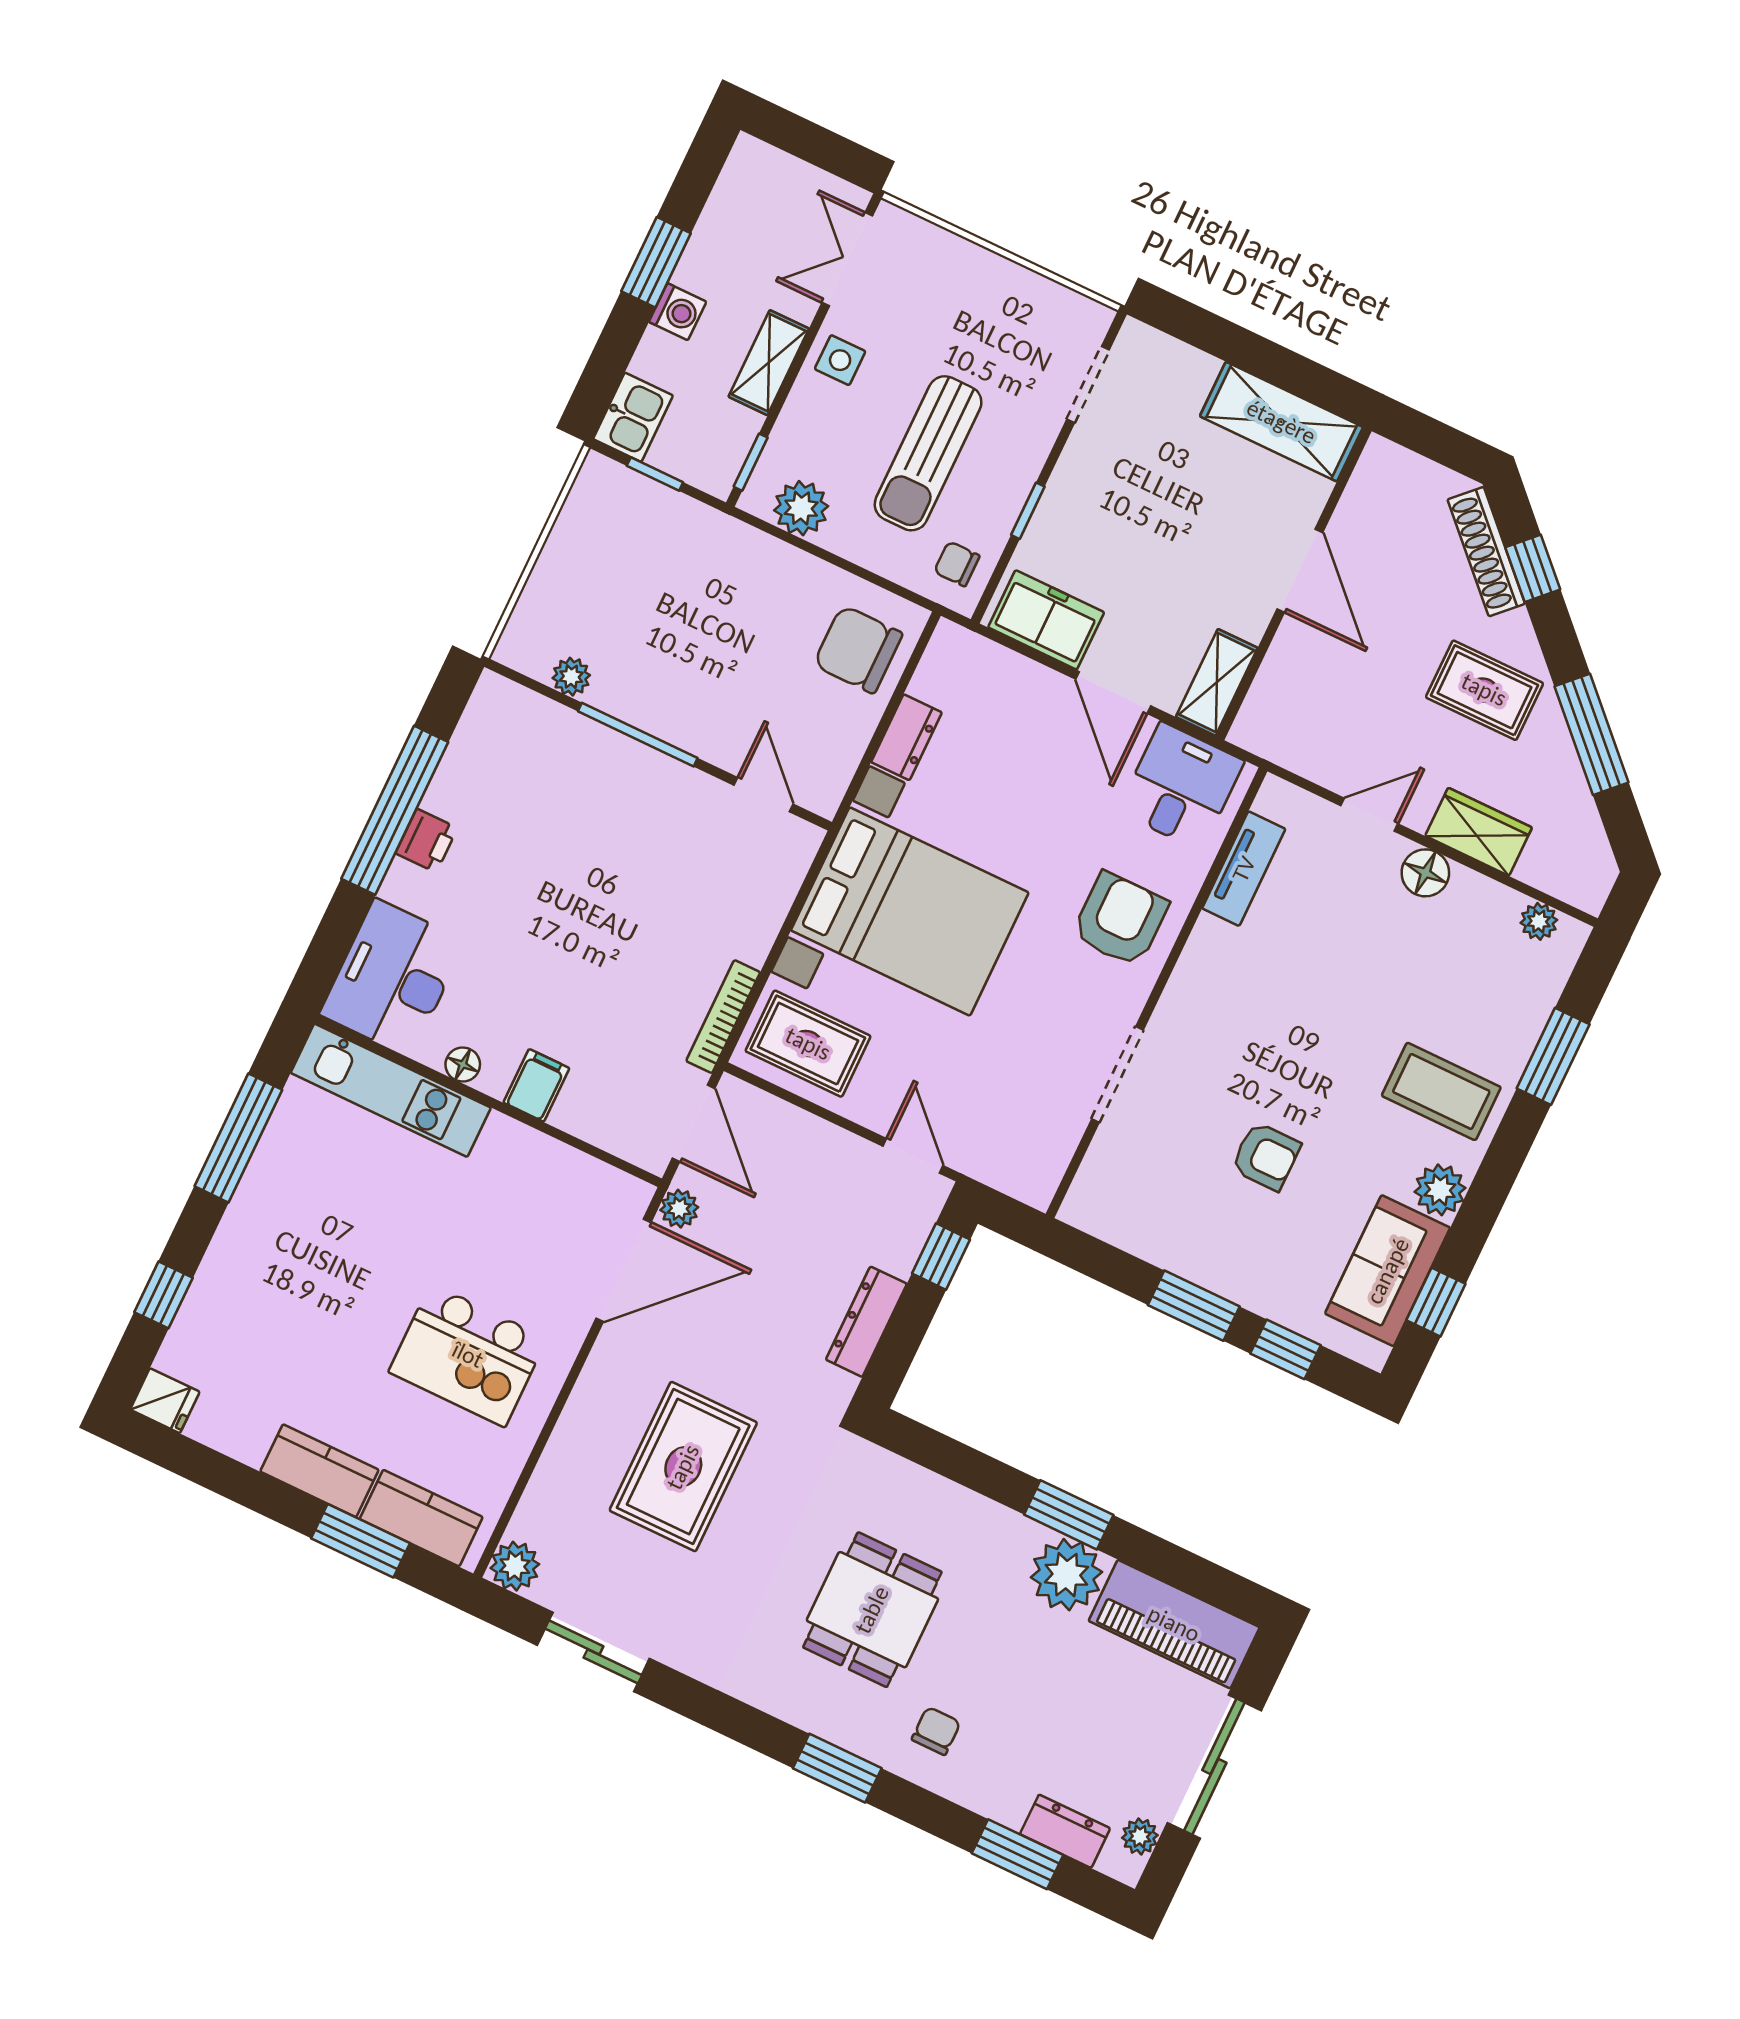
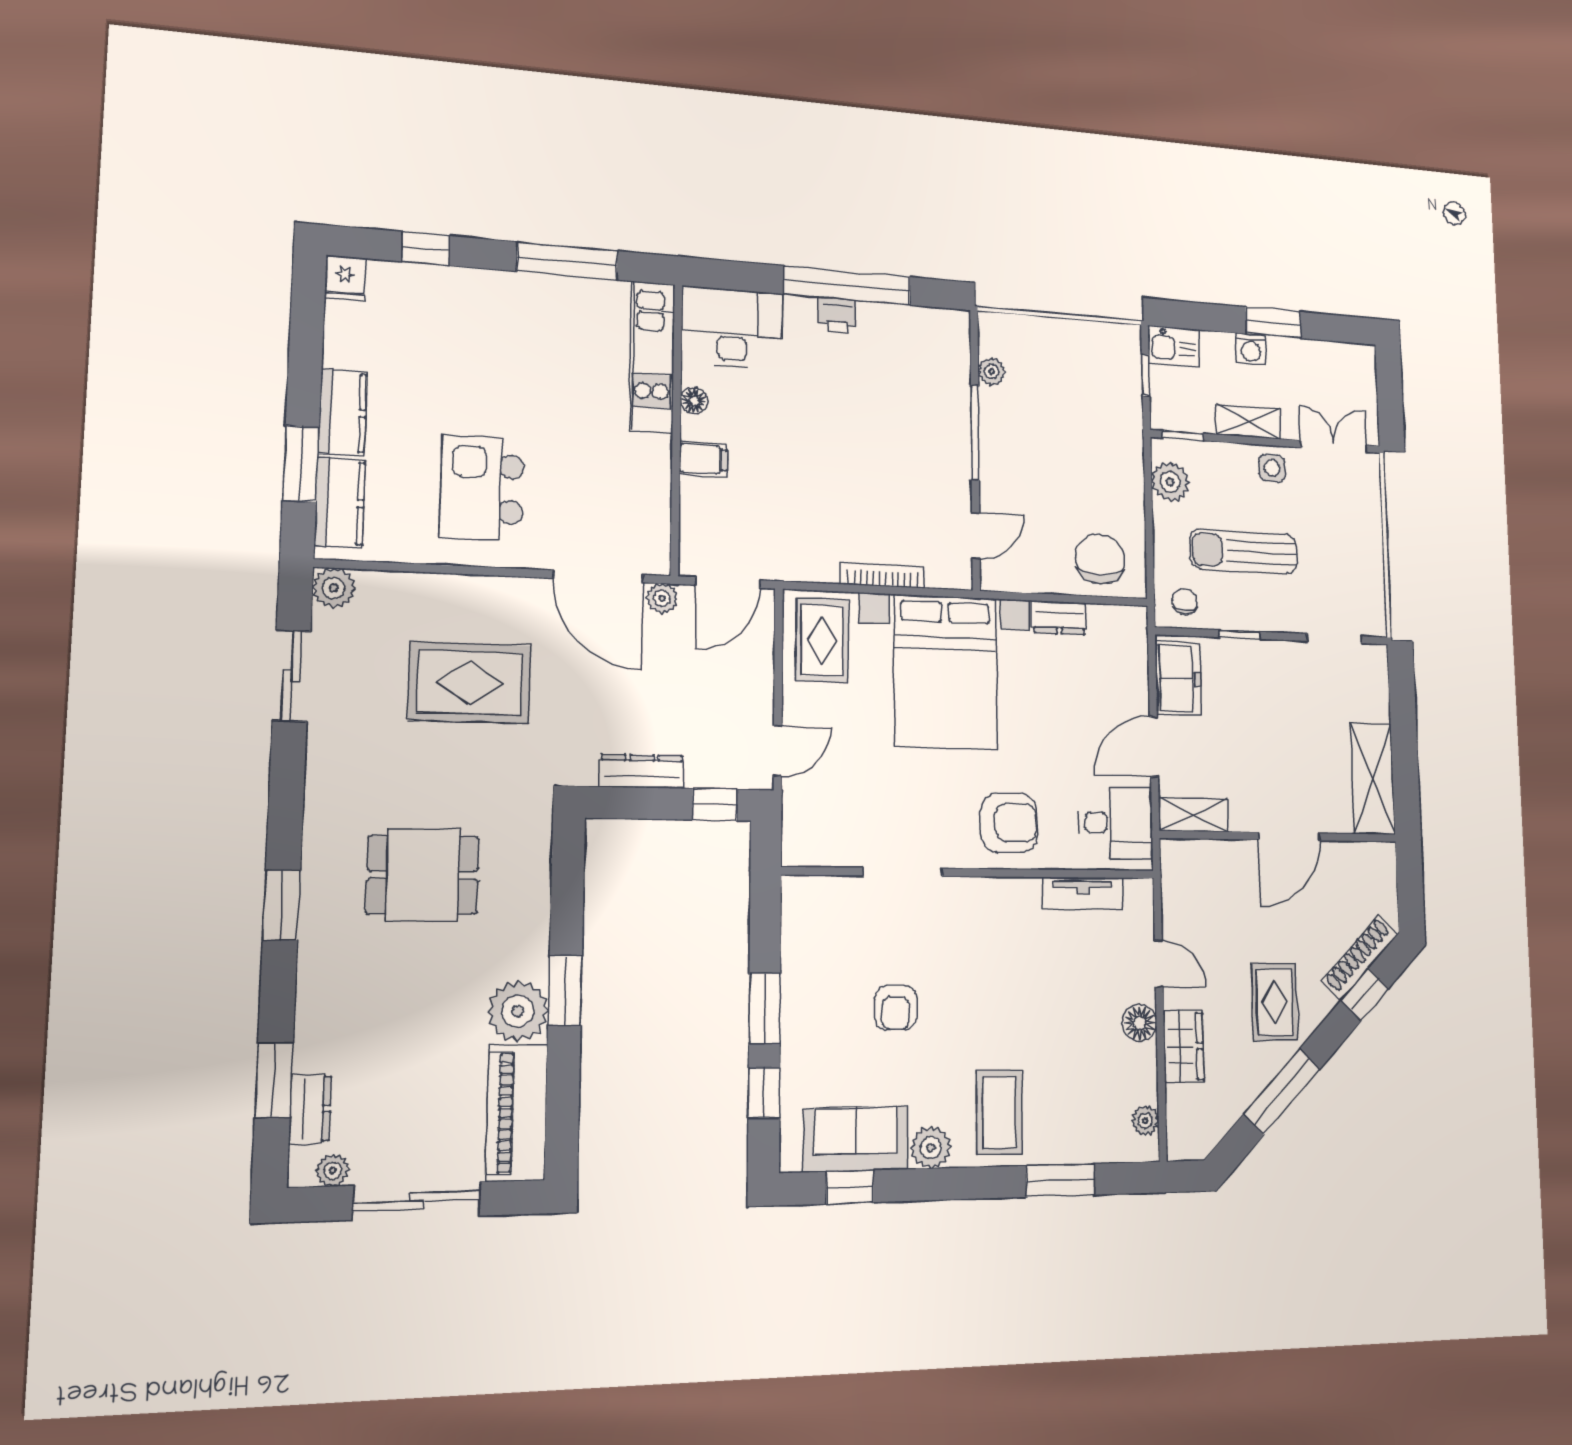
bookcase: (723, 1017) -> (883, 575), moved
chair: (936, 1731) -> (347, 969), removed

